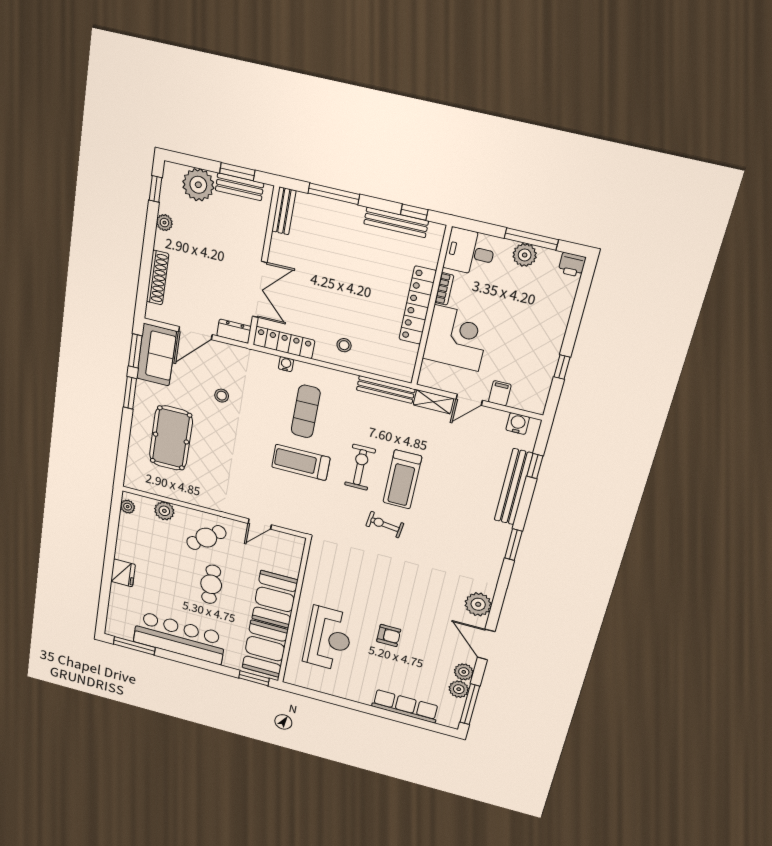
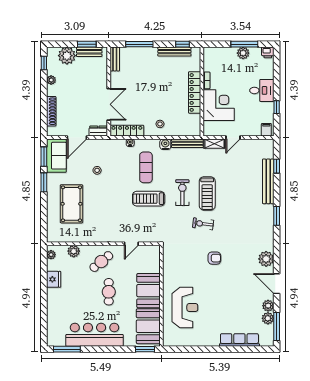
desk: (470, 252) -> (262, 90), moved, turned 180
filing cabinet: (500, 393) -> (266, 130), moved
water cooler: (518, 424) -> (165, 144), moved
fridge: (123, 573) -> (54, 279), moved
armchair: (389, 635) -> (214, 258), moved

